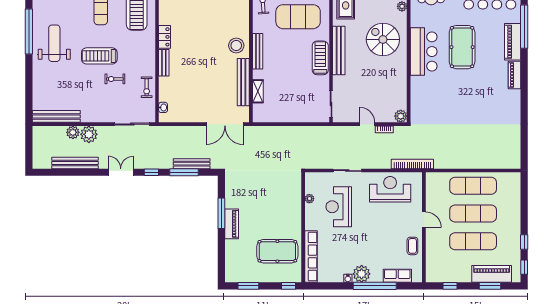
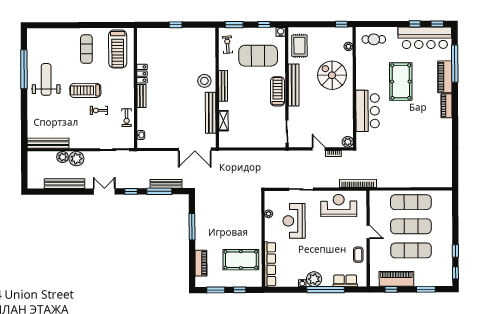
bar counter: (424, 52) -> (368, 111), moved
piano: (232, 224) -> (201, 263), moved
piano: (492, 274) -> (396, 279), moved
window: (289, 286) -> (240, 290), moved

